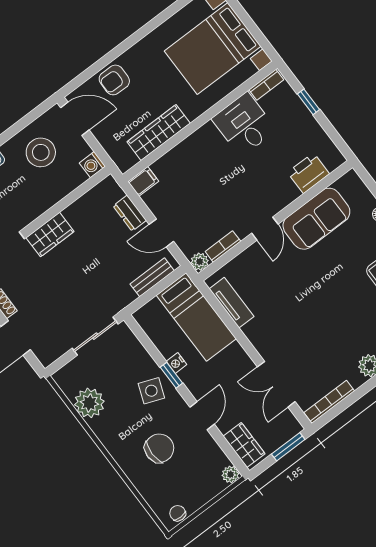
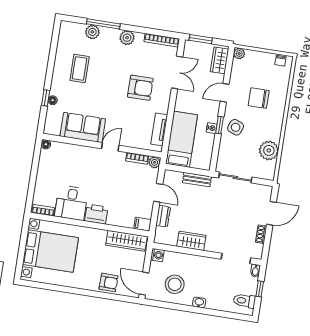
window: (309, 102) -> (32, 183), removed
wardrobe: (159, 132) -> (126, 241), moved
floor lamp: (337, 159) -> (46, 144), added
printer: (308, 173) -> (96, 214), moved, turned 180
wardrobe: (50, 235) -> (191, 241), moved
bench: (152, 277) -> (197, 180), moved
armchair: (299, 326) -> (140, 88), added

